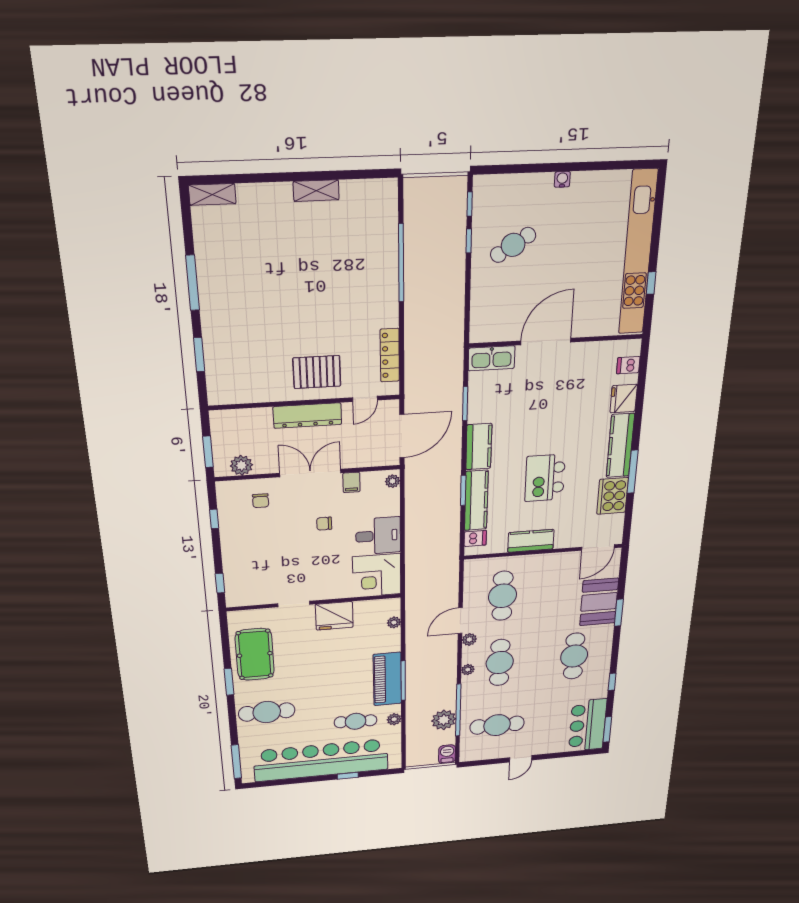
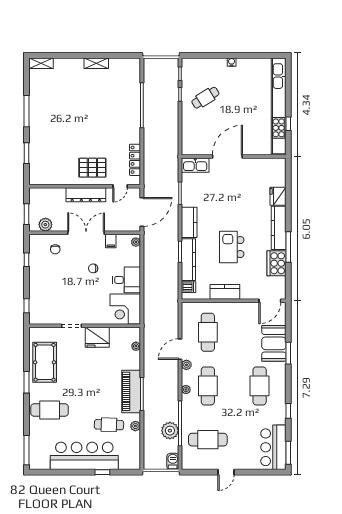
dishwasher: (628, 365) -> (279, 174), removed
bar counter: (321, 760) -> (84, 456), width x0.73

